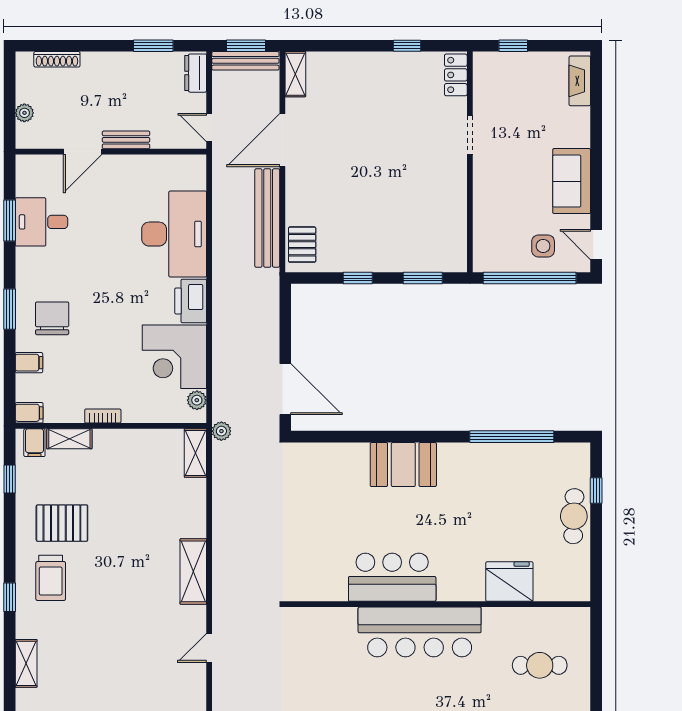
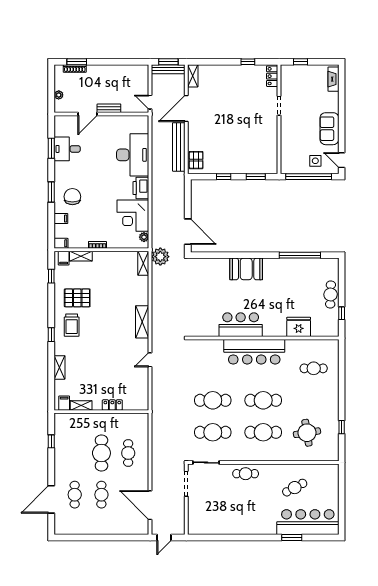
window: (153, 46) -> (77, 62), moved
dresser: (196, 73) -> (143, 75), removed
plant: (221, 431) -> (160, 257), width x1.88, depth x1.88
window: (596, 491) -> (342, 313), moved

